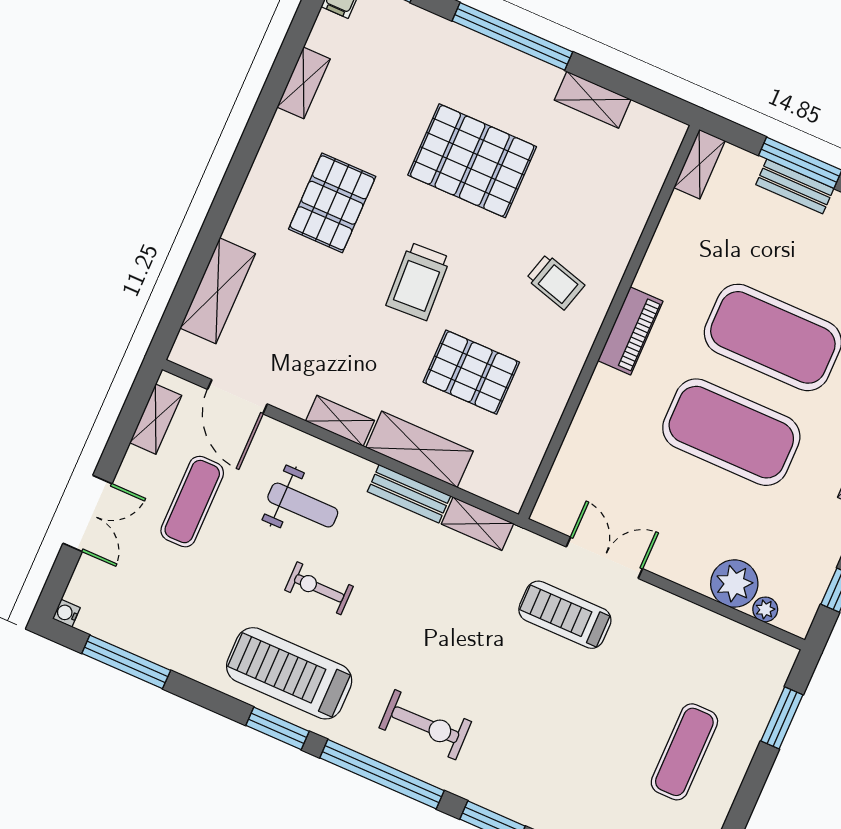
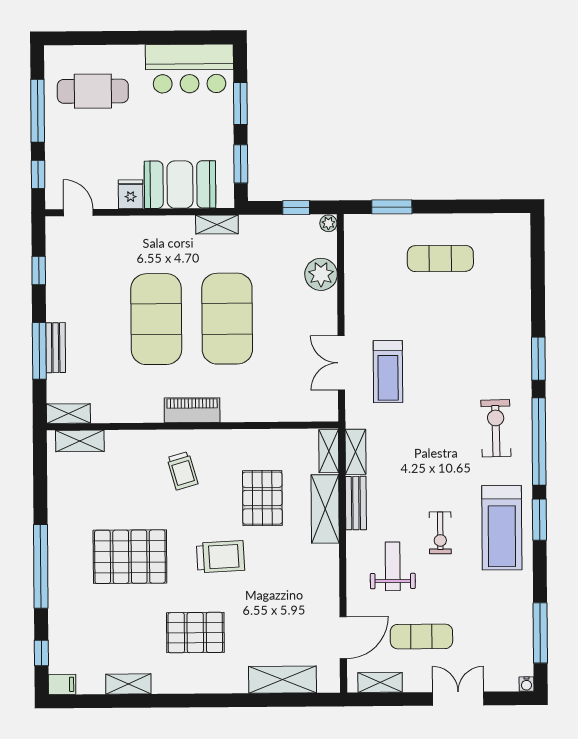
shelving: (593, 100) -> (80, 441), moved, turned 90
pallet: (472, 161) -> (130, 557), turned 90
trolley: (555, 282) -> (182, 471), turned 148
shelving: (340, 421) -> (329, 451), moved
plant: (765, 609) -> (328, 223), moved

